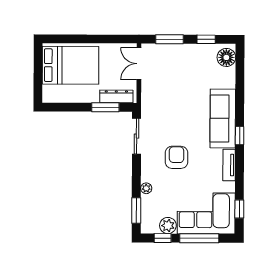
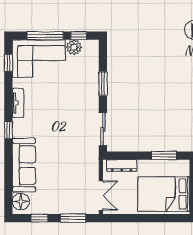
window: (105, 107) -> (164, 156), moved
sofa: (223, 118) -> (24, 165), moved
armchair: (176, 157) -> (66, 110), removed
plant: (146, 188) -> (94, 81), removed
window: (136, 210) -> (103, 84), moved

